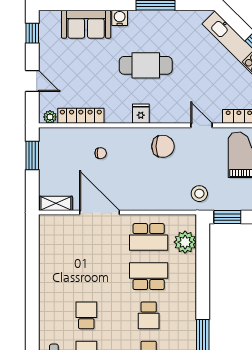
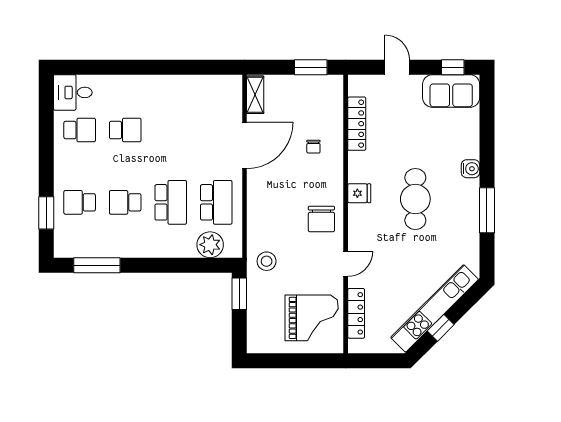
sofa: (86, 24) -> (451, 91), moved, turned -90
door: (32, 81) -> (397, 67), swing flipped
plant: (50, 117) -> (355, 88), removed
school desk: (149, 237) -> (216, 202), turned 180

